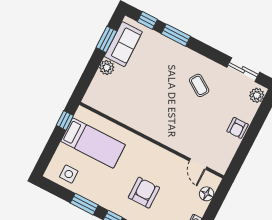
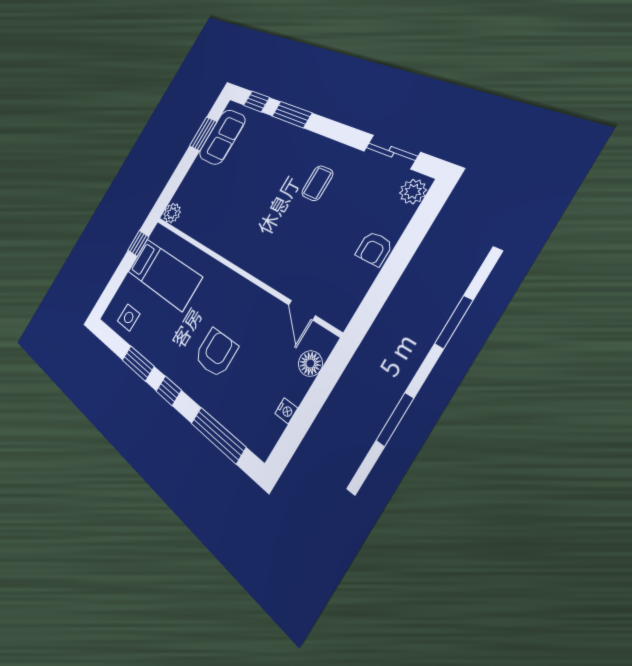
plant: (107, 68) -> (172, 213), moved
coffee table: (199, 85) -> (317, 183), turned 56

